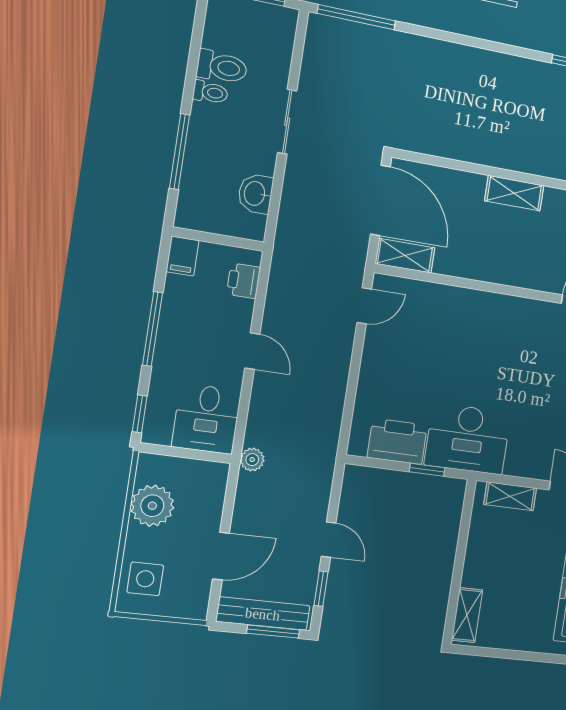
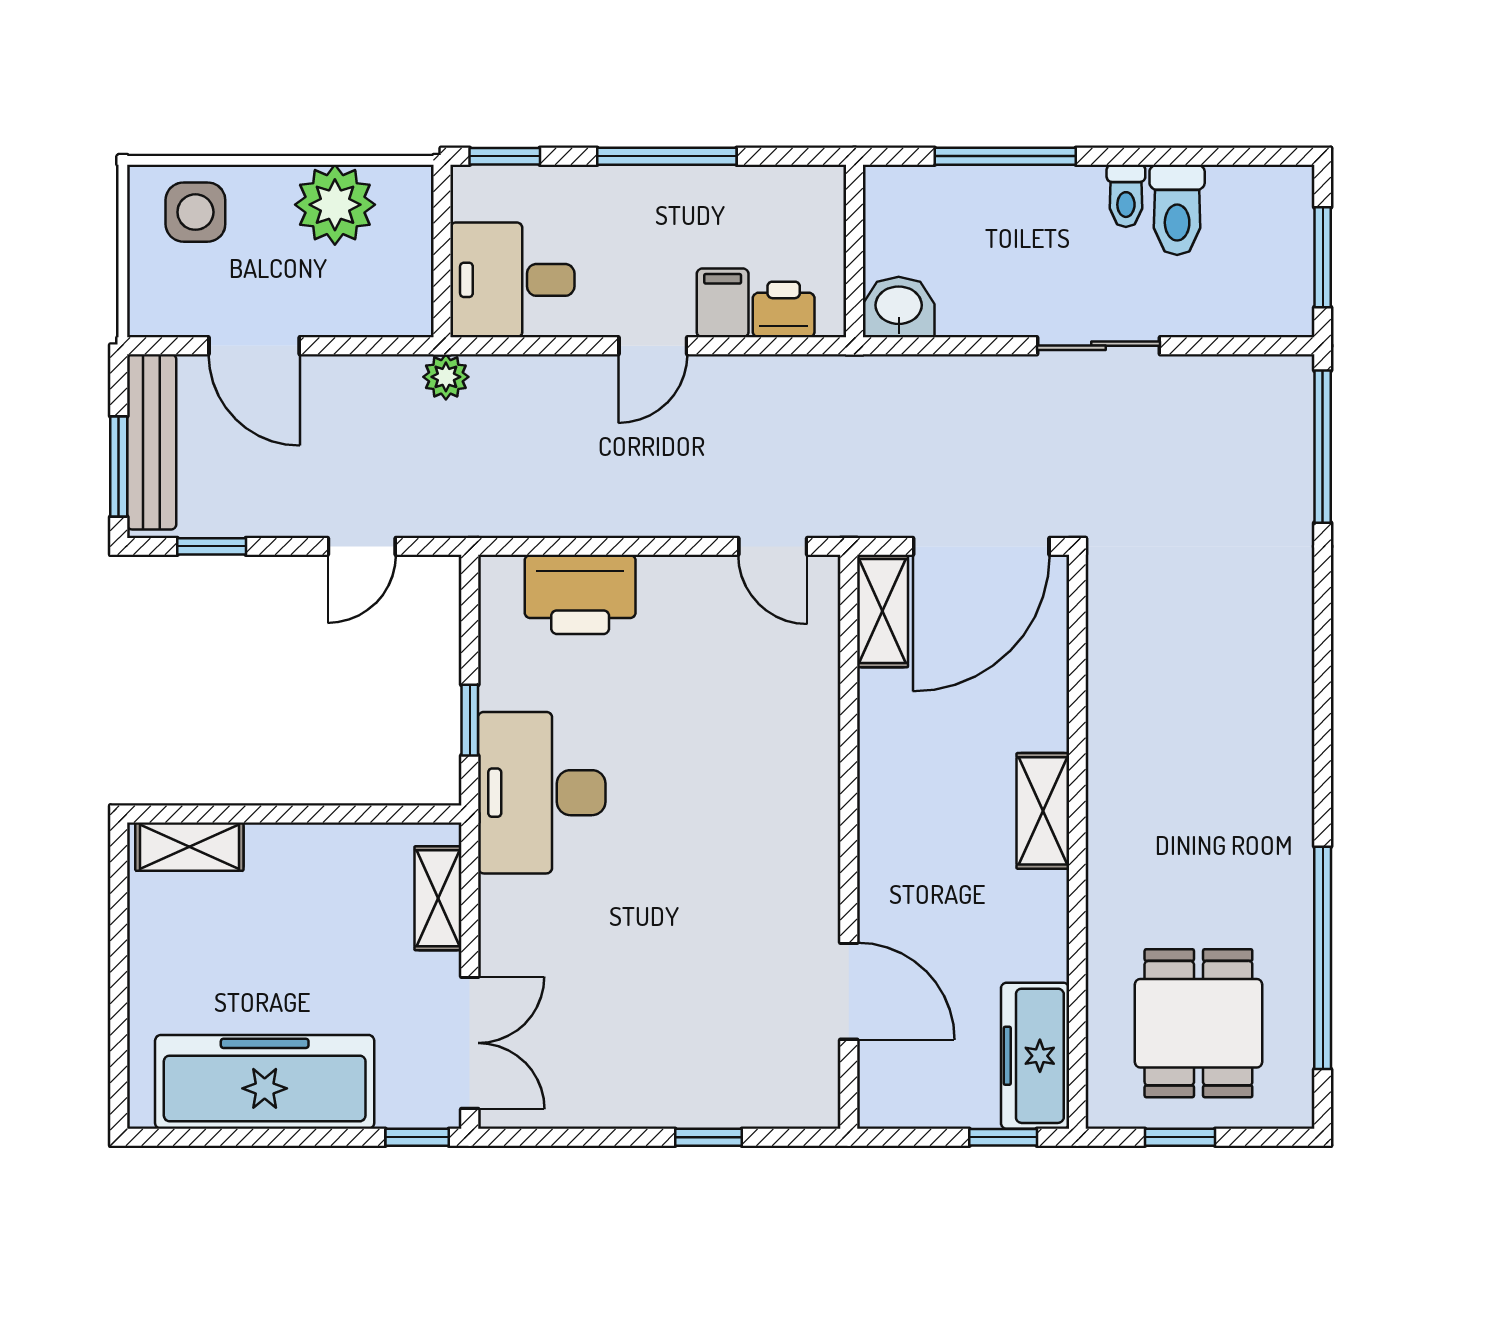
washbasin: (255, 194) -> (899, 307), moved
filing cabinet: (182, 256) -> (723, 303), moved, turned 90
printer: (397, 441) -> (580, 594), moved, turned 90
door: (329, 540) -> (362, 546), moved

